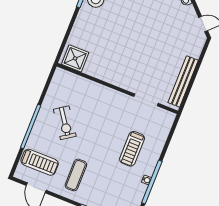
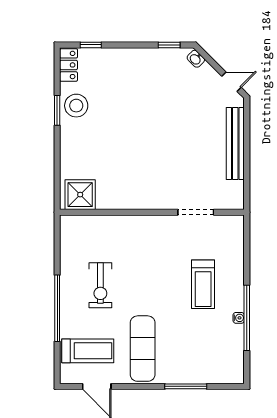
bench: (183, 81) -> (235, 143), moved
exercise bike: (65, 123) -> (100, 285), turned 35
exercise mat: (76, 175) -> (143, 349), width x1.36, depth x1.45

